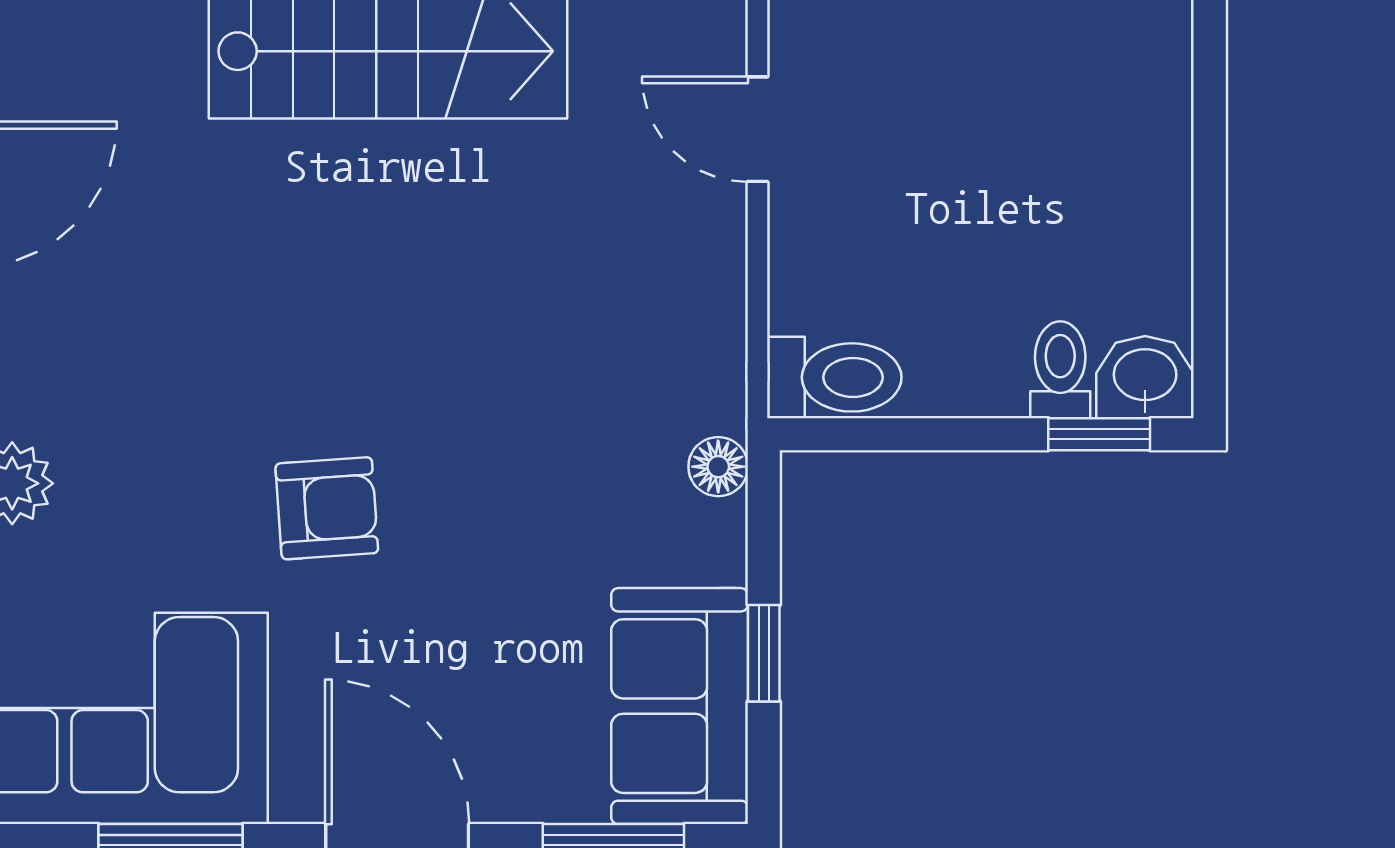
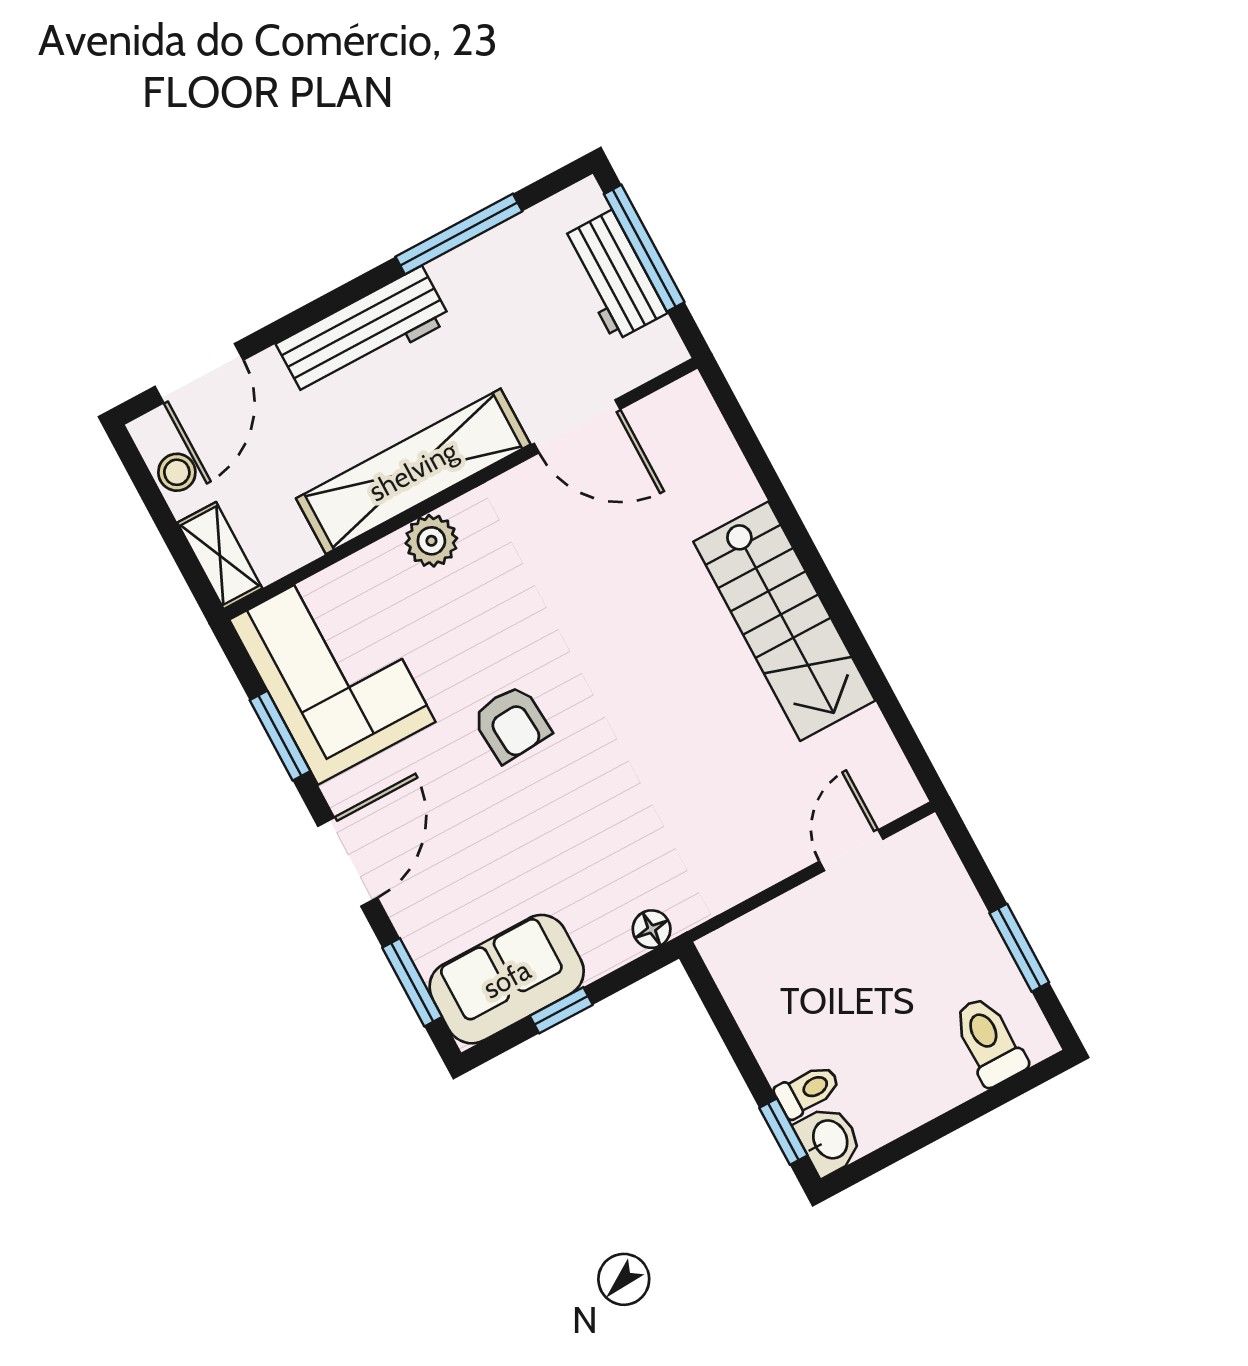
toilet: (834, 377) -> (989, 1041), moved, turned 180

